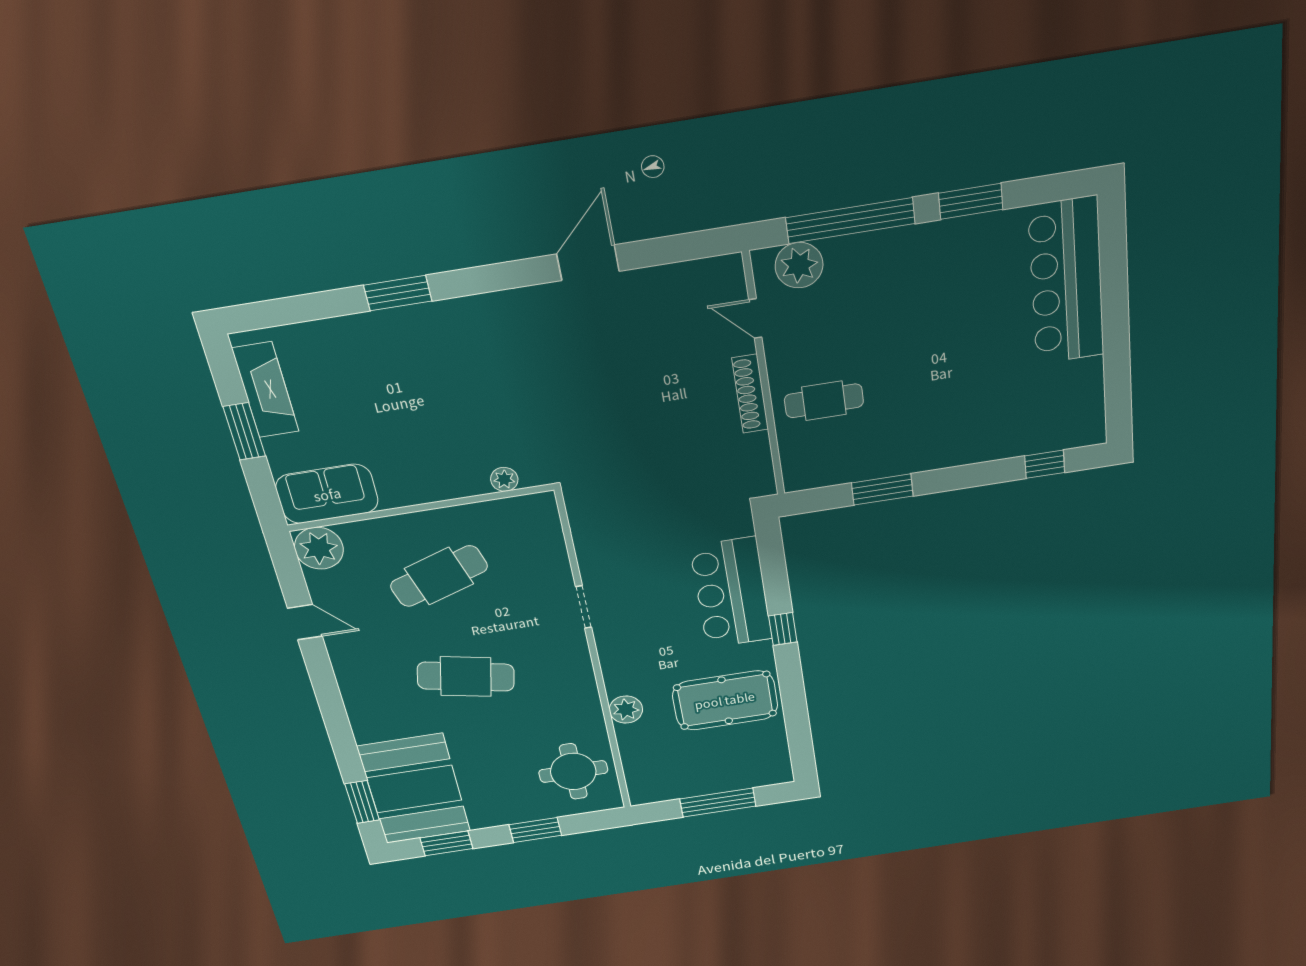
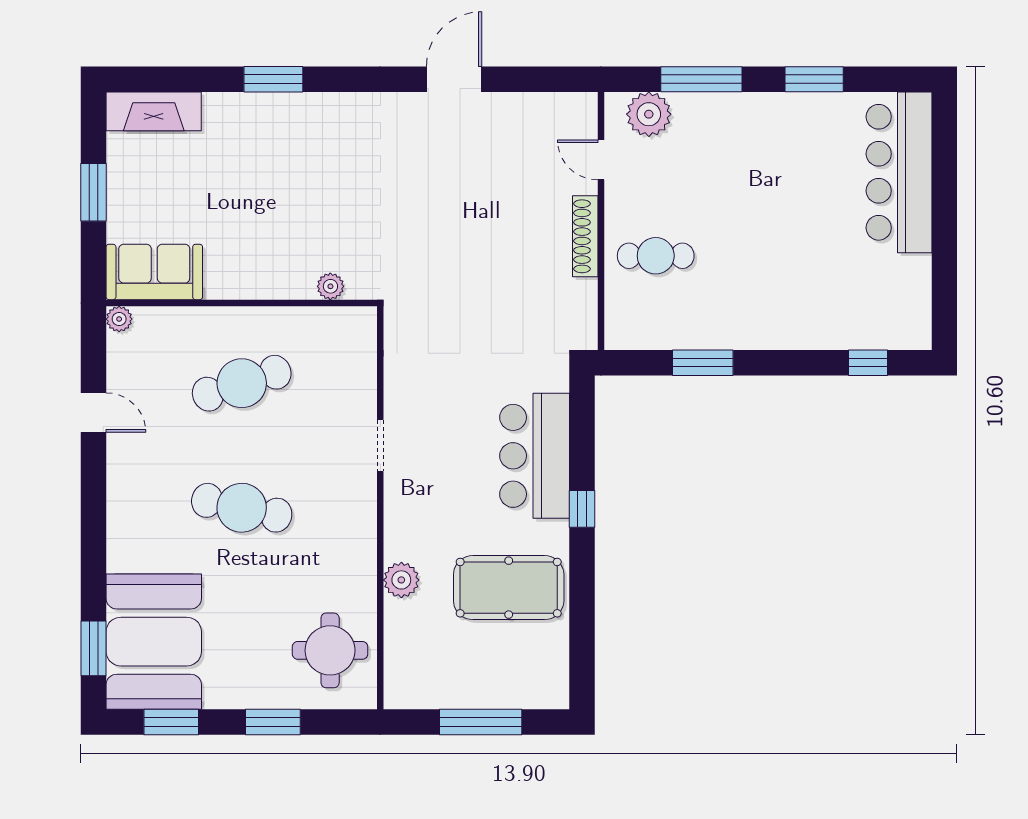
window: (850, 221) -> (701, 79), width x0.68
fireplace: (265, 390) -> (154, 111), moved, turned 90
plant: (319, 548) -> (119, 319), width x0.53, depth x0.53

